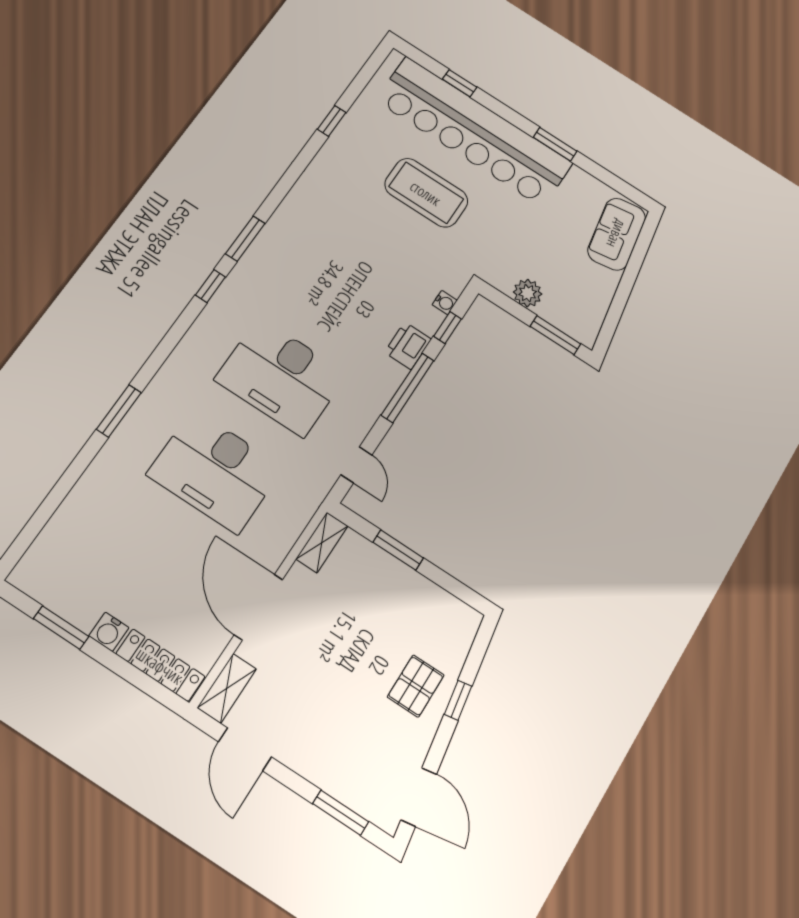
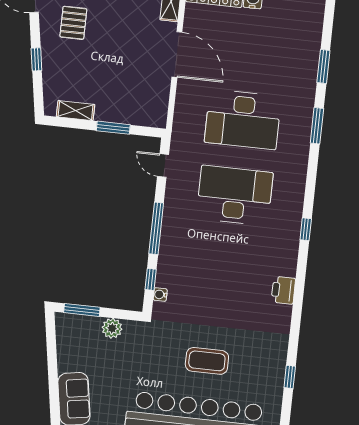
coffee table: (426, 193) -> (207, 361), width x0.73, depth x0.76
window: (245, 239) -> (323, 67), moved
printer: (408, 346) -> (283, 290), moved, turned 180
desk: (215, 471) -> (243, 119), turned 180
shelving: (322, 542) -> (76, 111), moved, turned 90
pallet: (416, 686) -> (73, 23), moved

